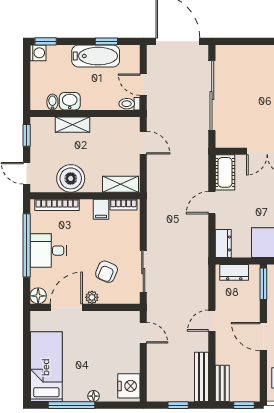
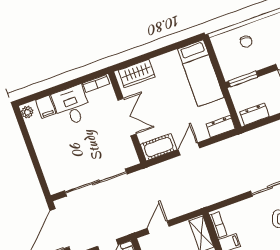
door: (212, 203) -> (189, 149), swing flipped
dresser: (234, 272) -> (254, 114), moved, turned -90

